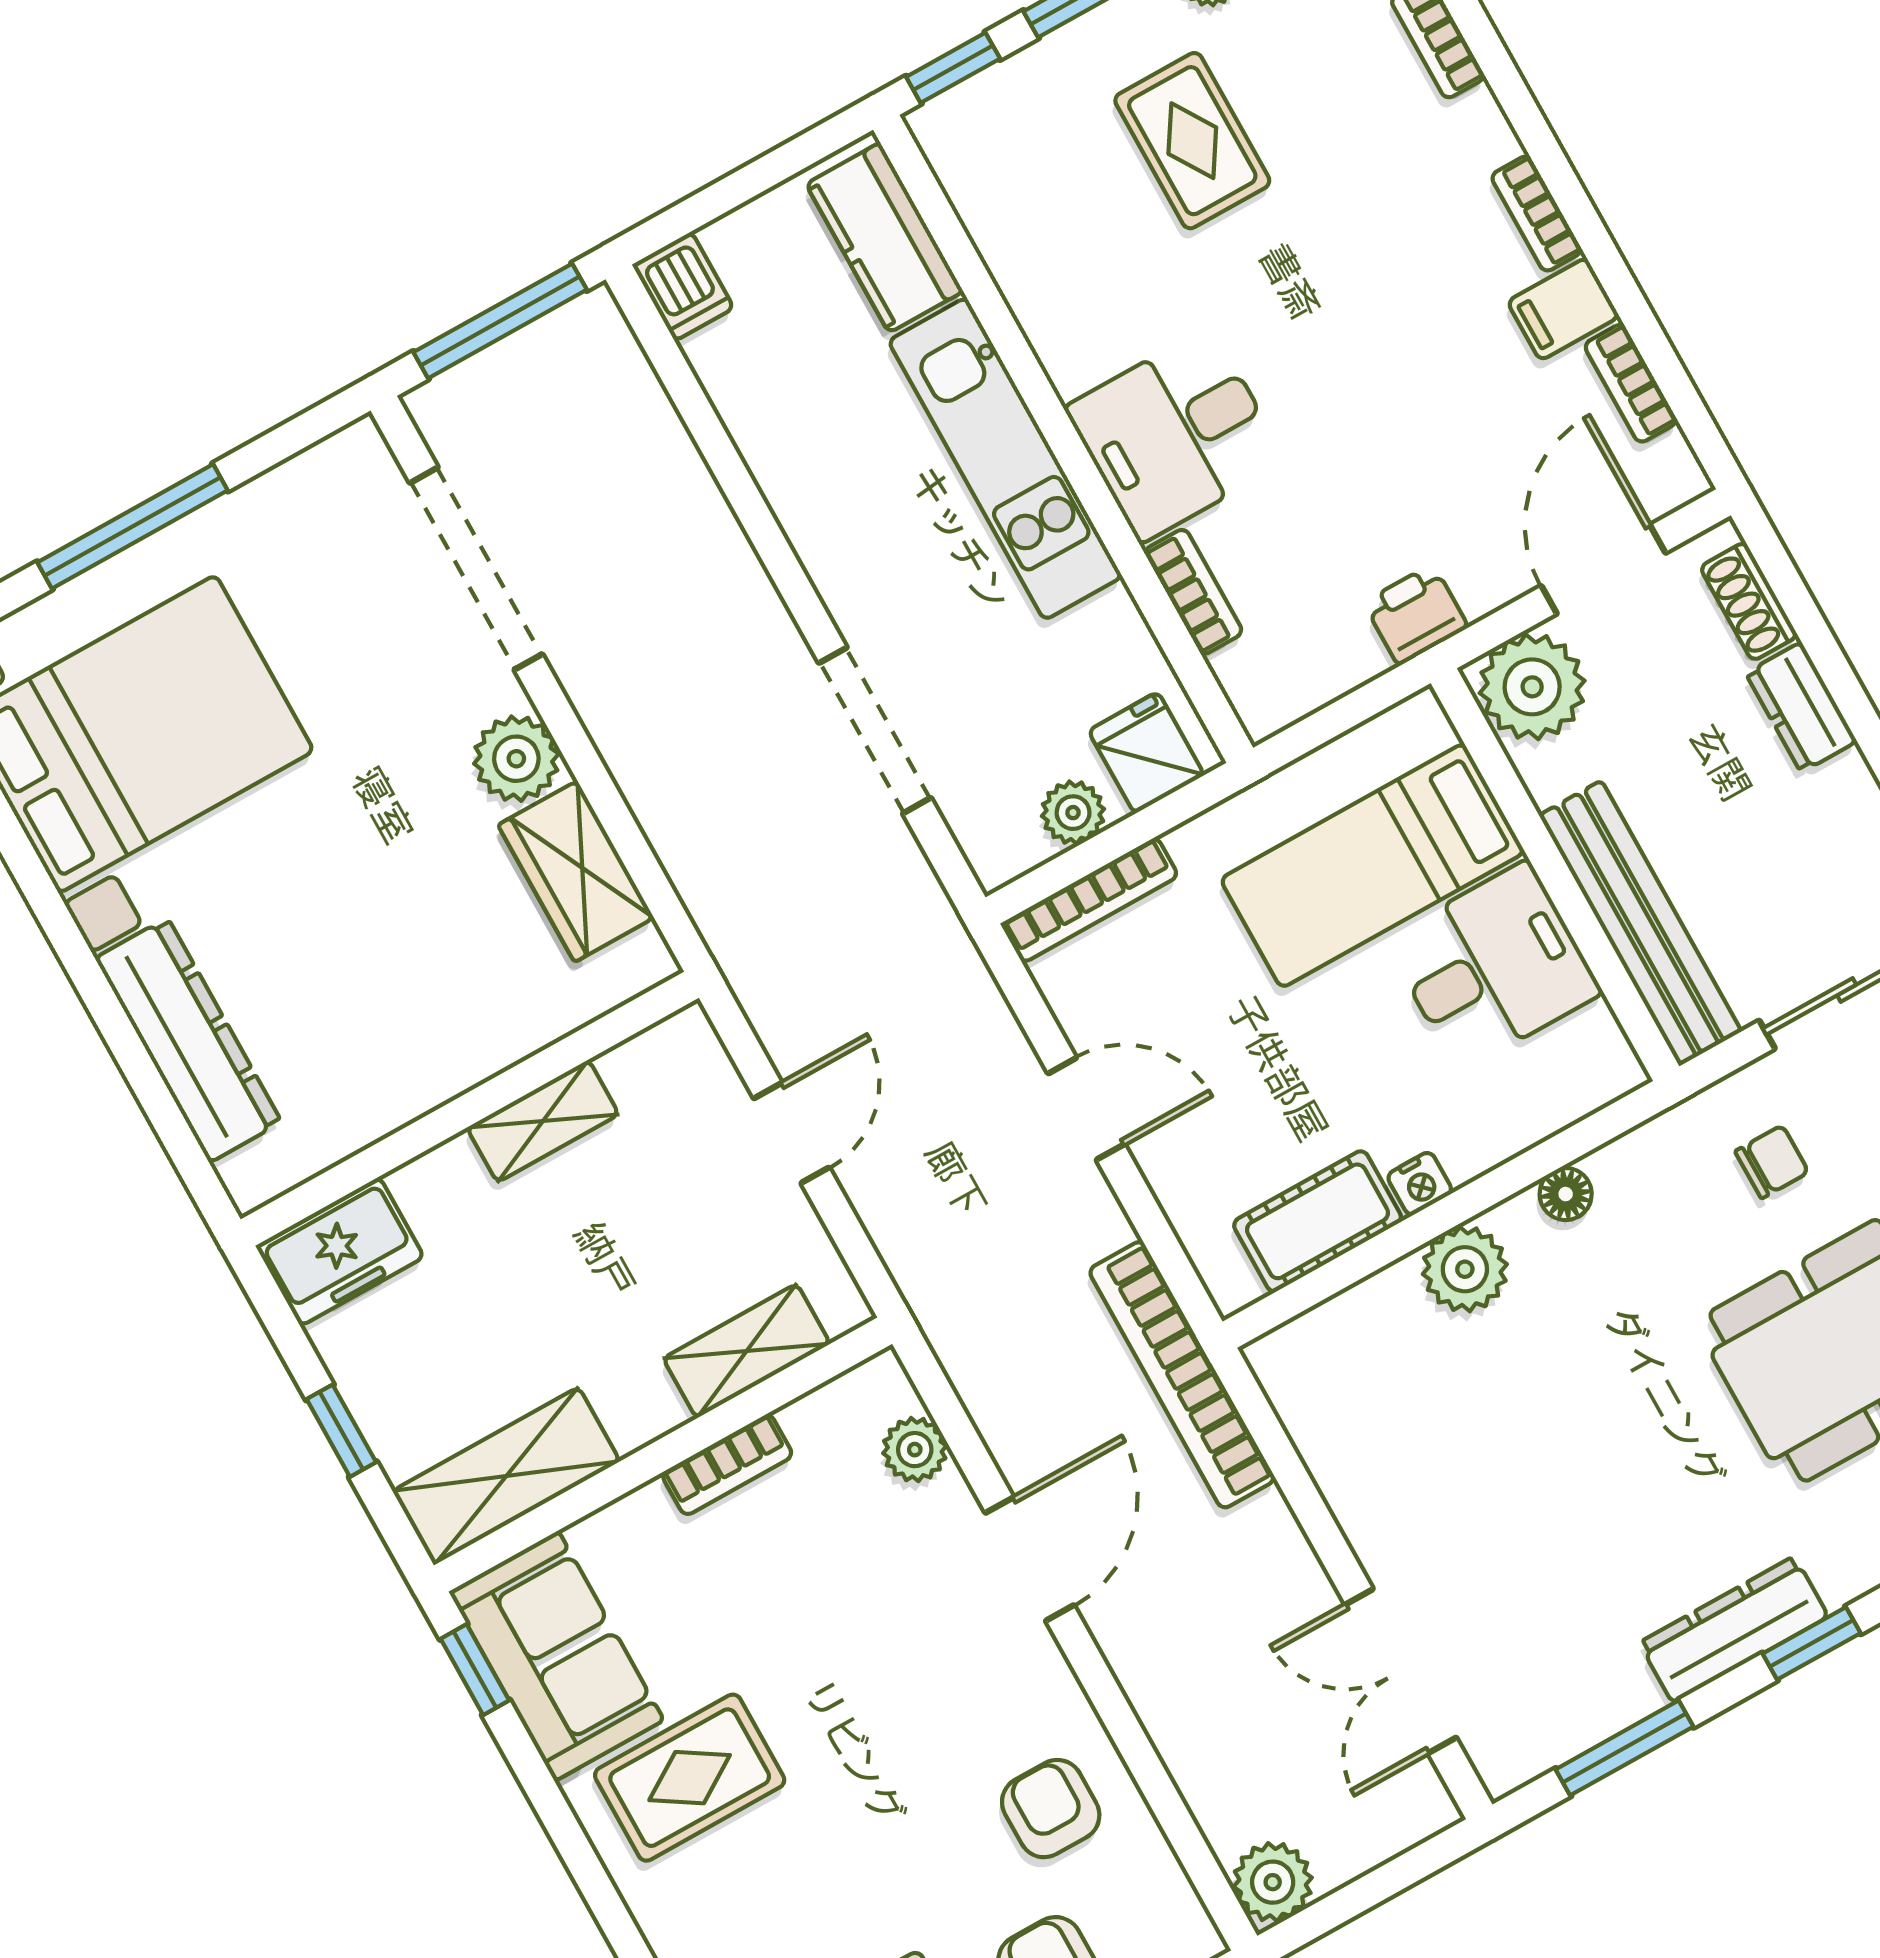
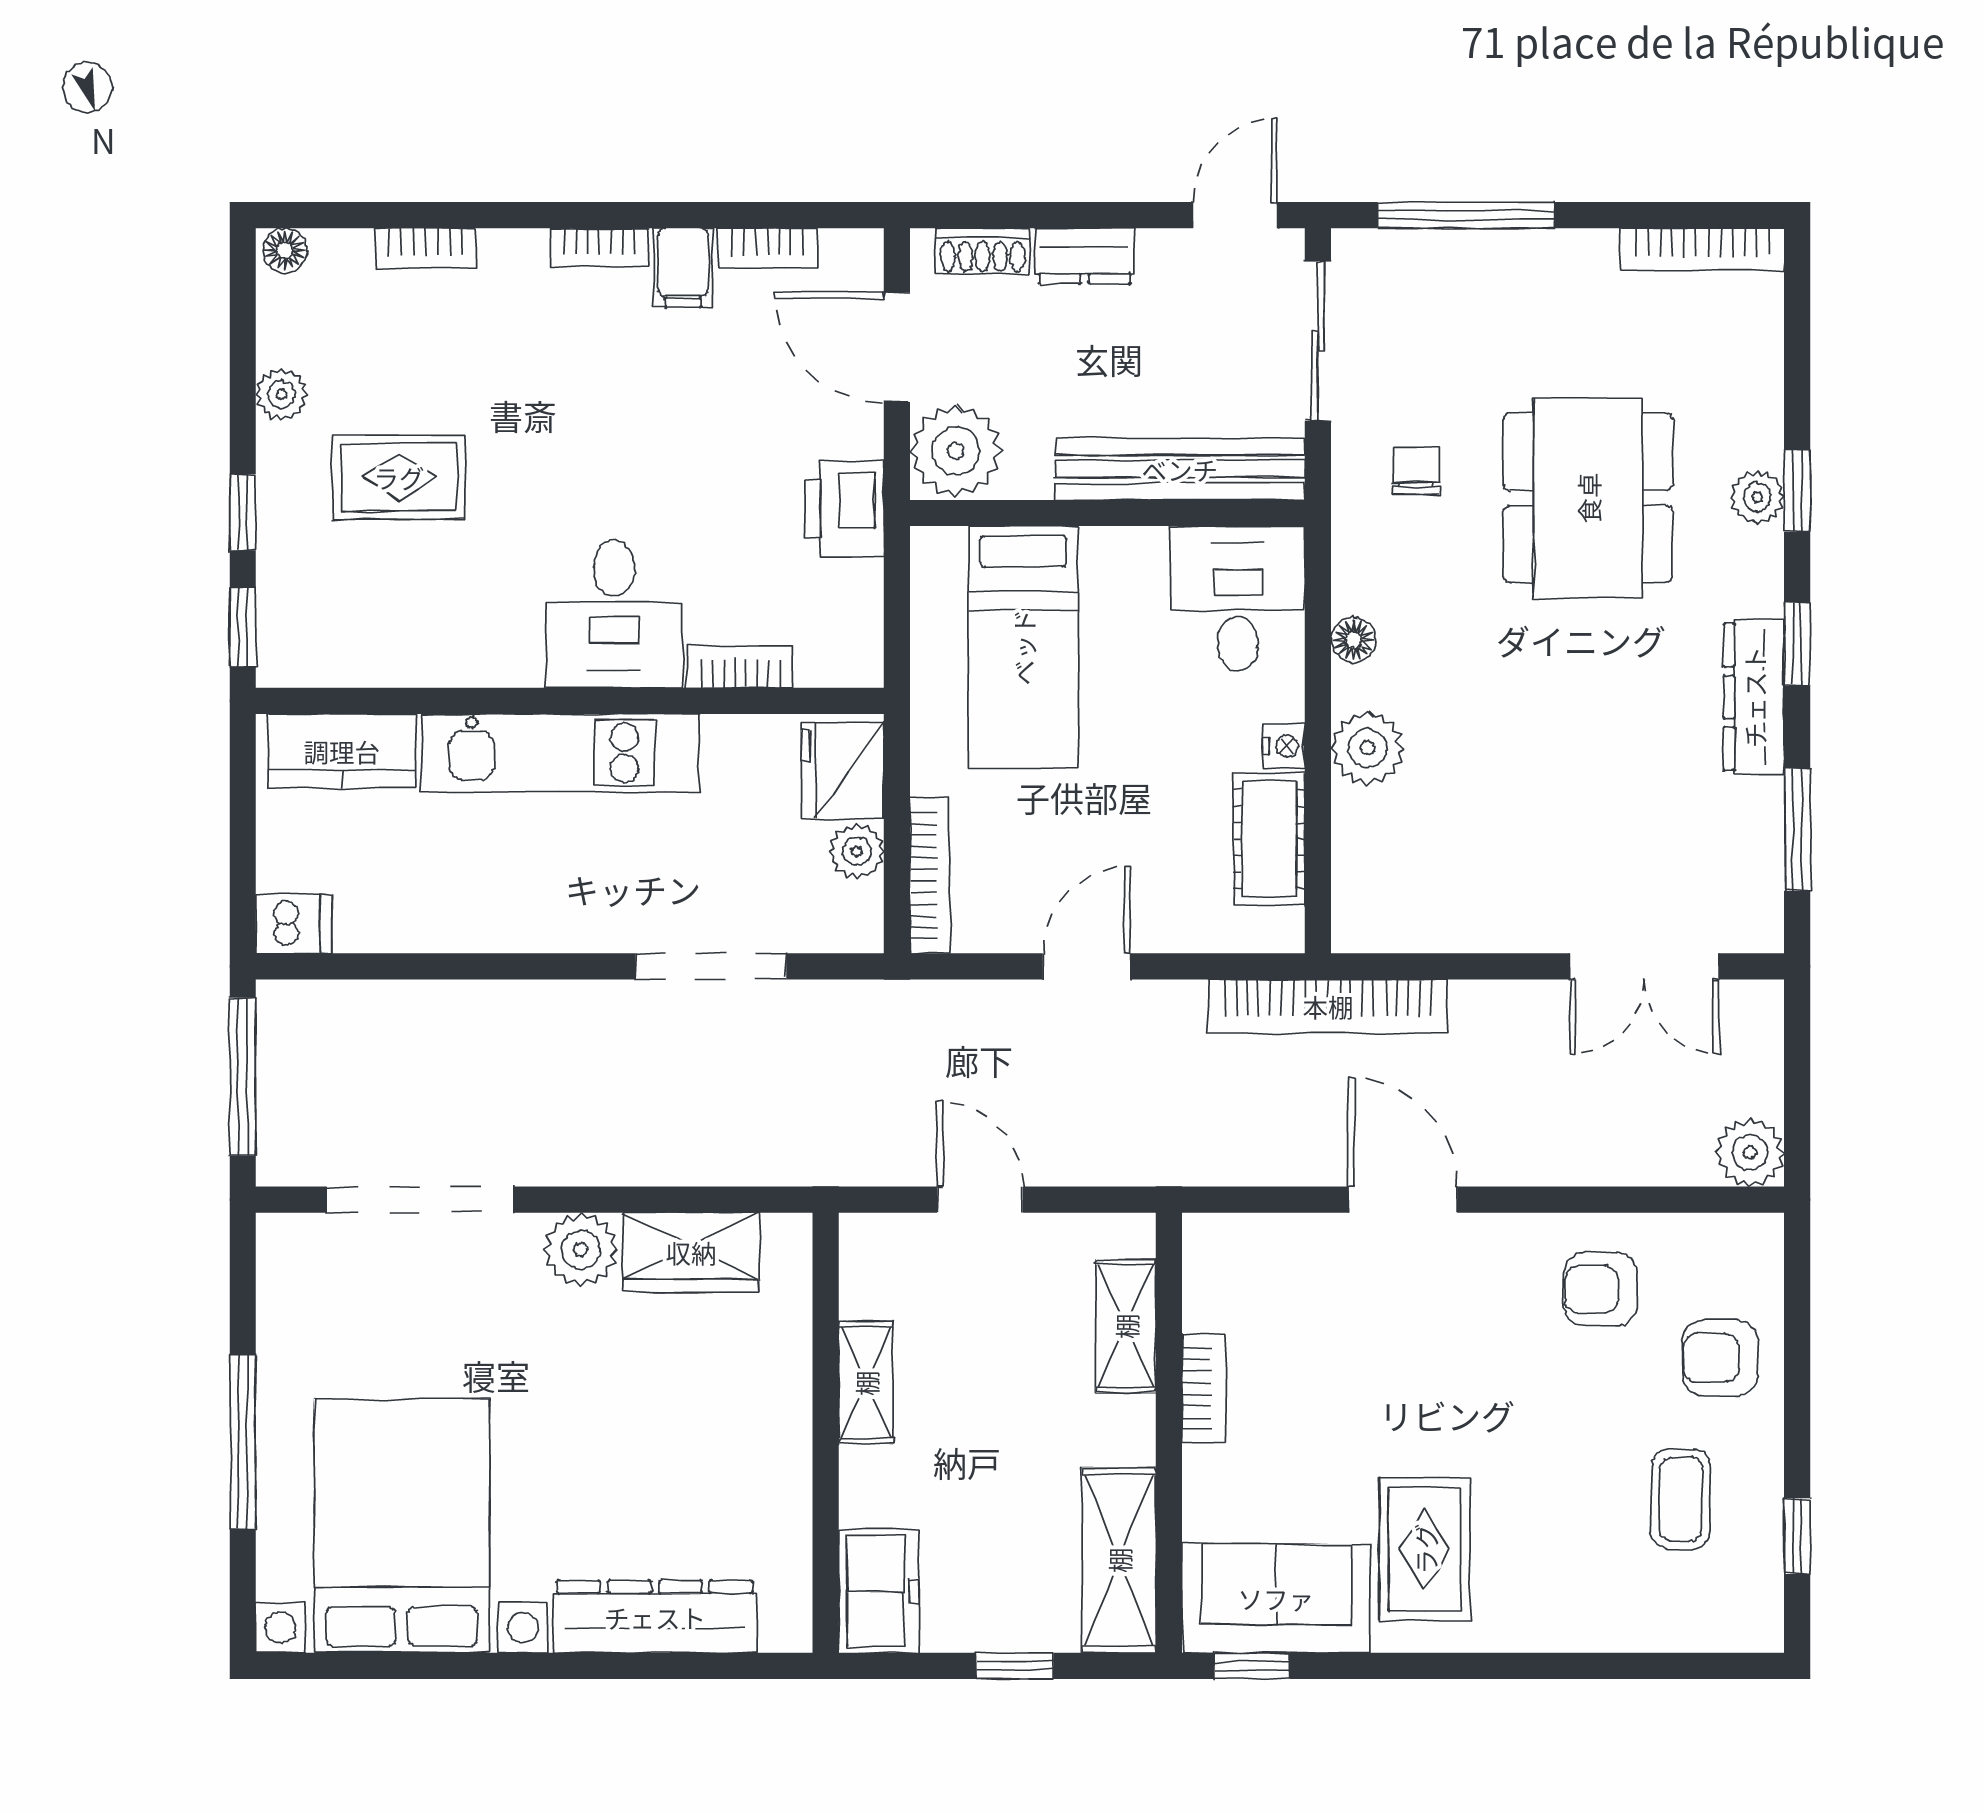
printer: (1416, 615) -> (844, 508), width x1.36, depth x1.24
fridge: (1146, 753) -> (842, 771), width x1.38
desk: (1493, 966) -> (1238, 598), moved
plant: (915, 1450) -> (1272, 1240), removed

